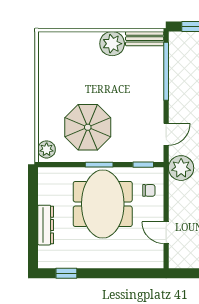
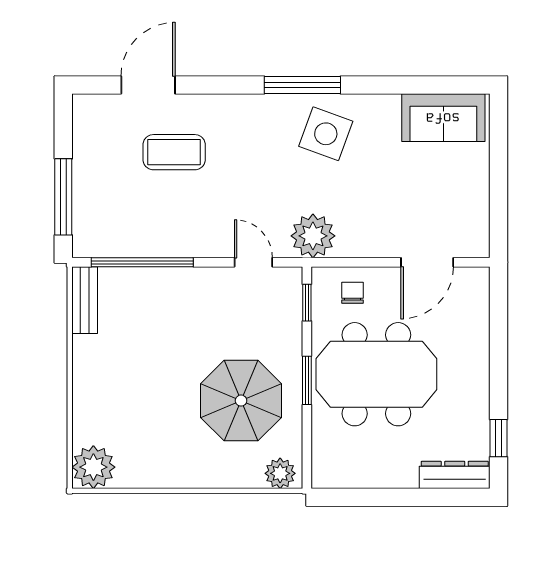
plant: (112, 44) -> (93, 467), moved
dresser: (46, 225) -> (455, 475), moved
door: (166, 233) -> (427, 262), width x1.38

